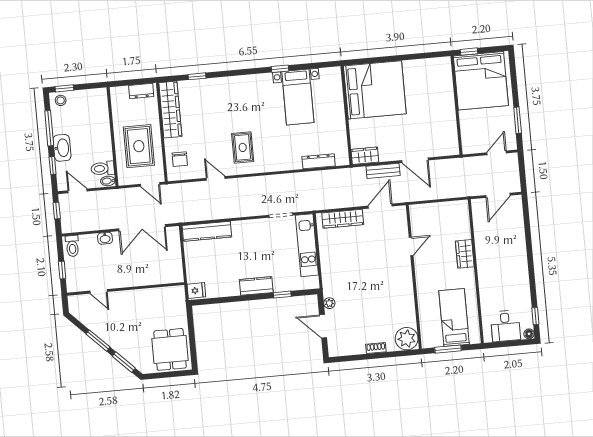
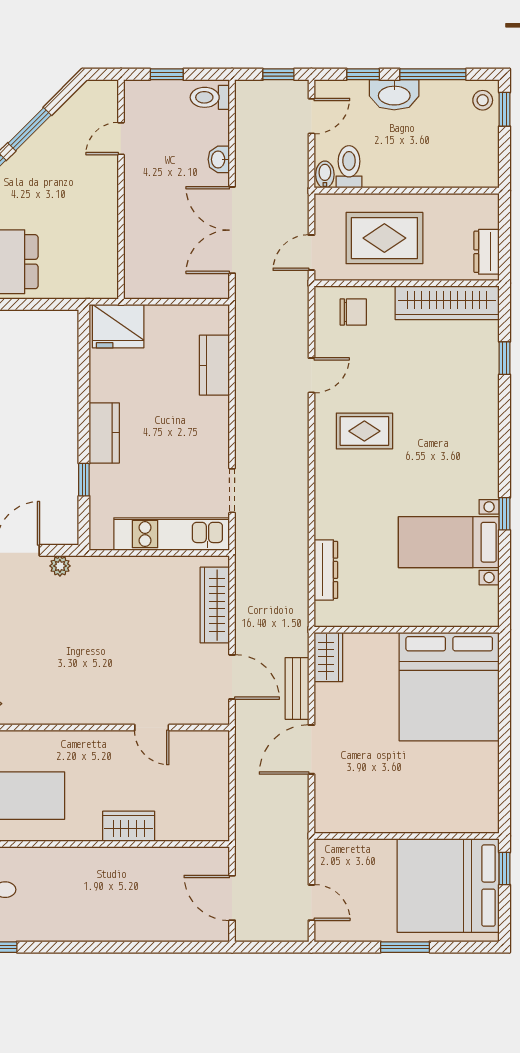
window: (518, 120) -> (405, 947), moved
chair: (180, 159) -> (353, 312), turned 180
kitchen counter: (207, 231) -> (214, 365), width x0.67
fridge: (196, 291) -> (118, 326), width x1.88, depth x1.34

